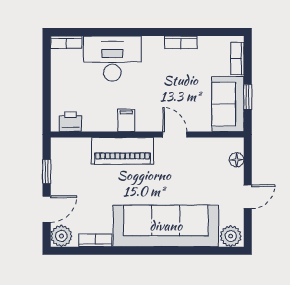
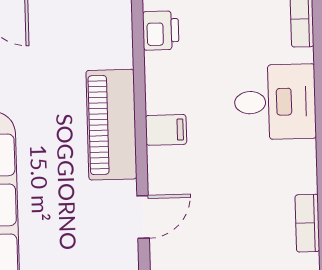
desk: (112, 59) -> (275, 102), width x0.73

